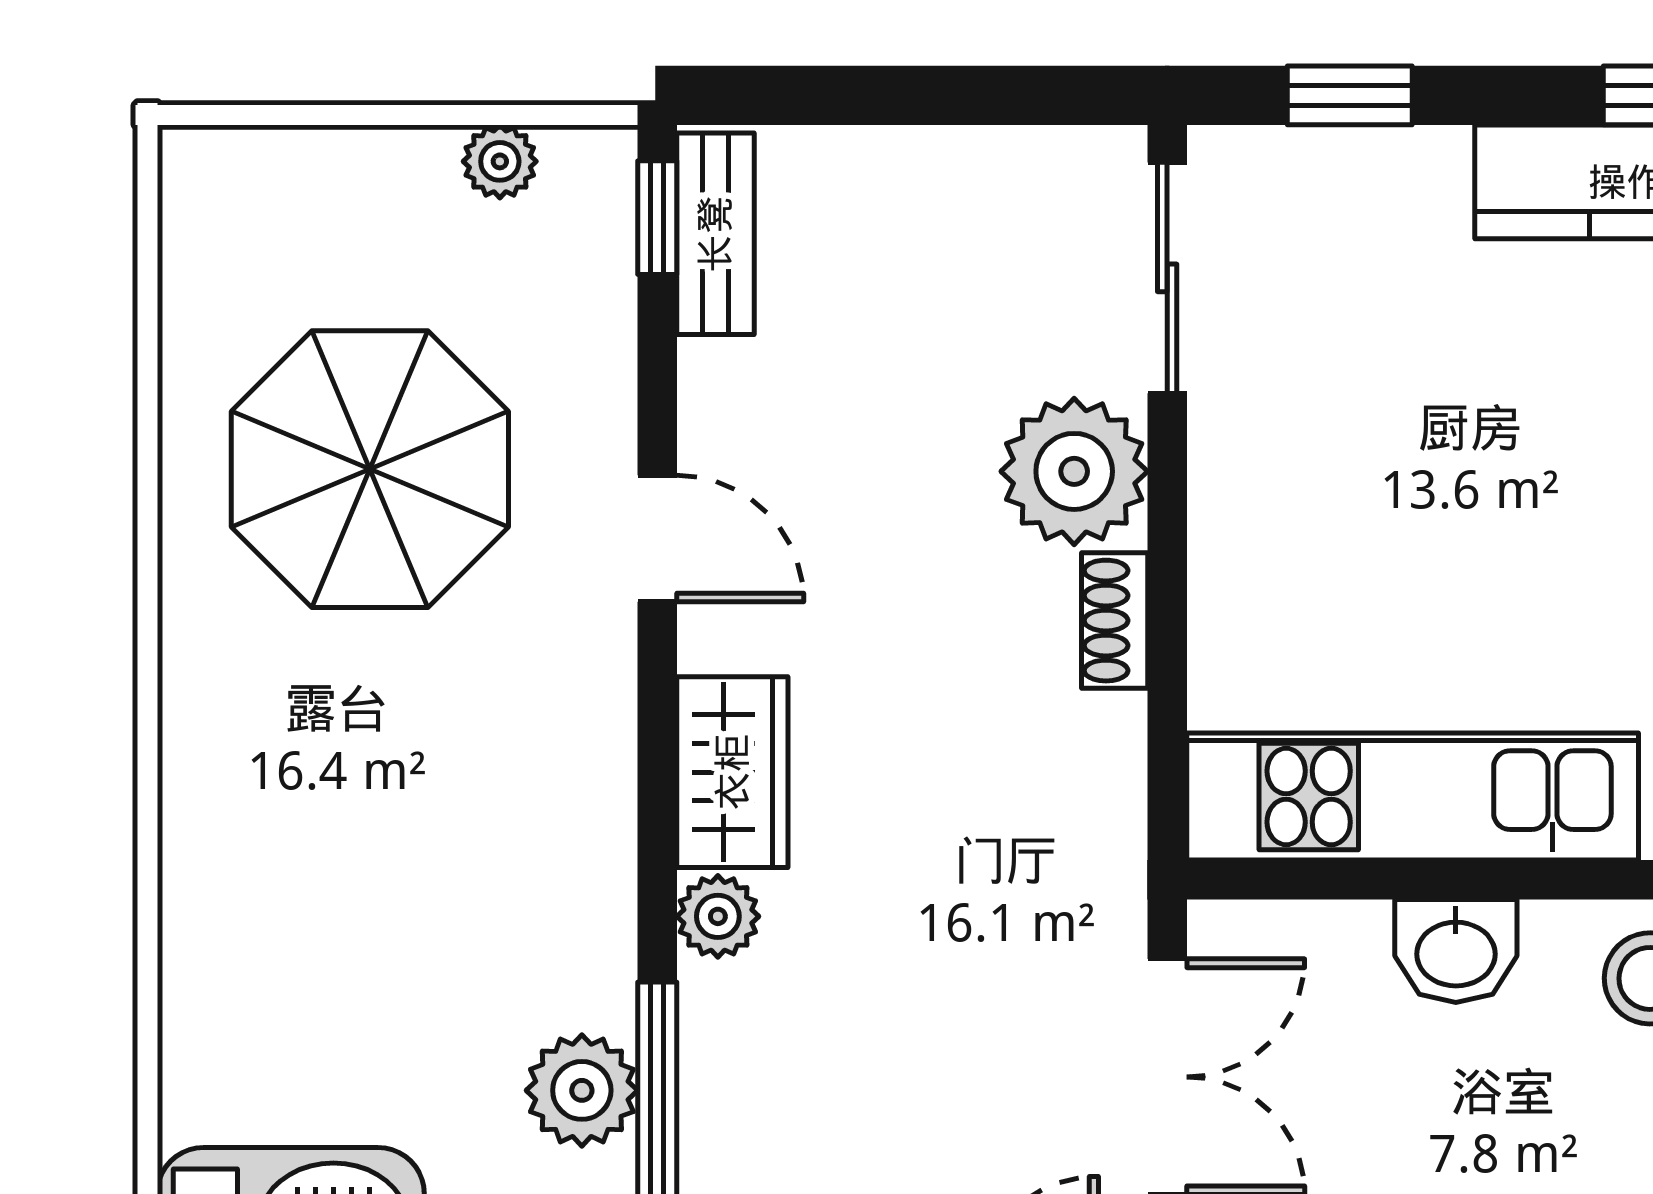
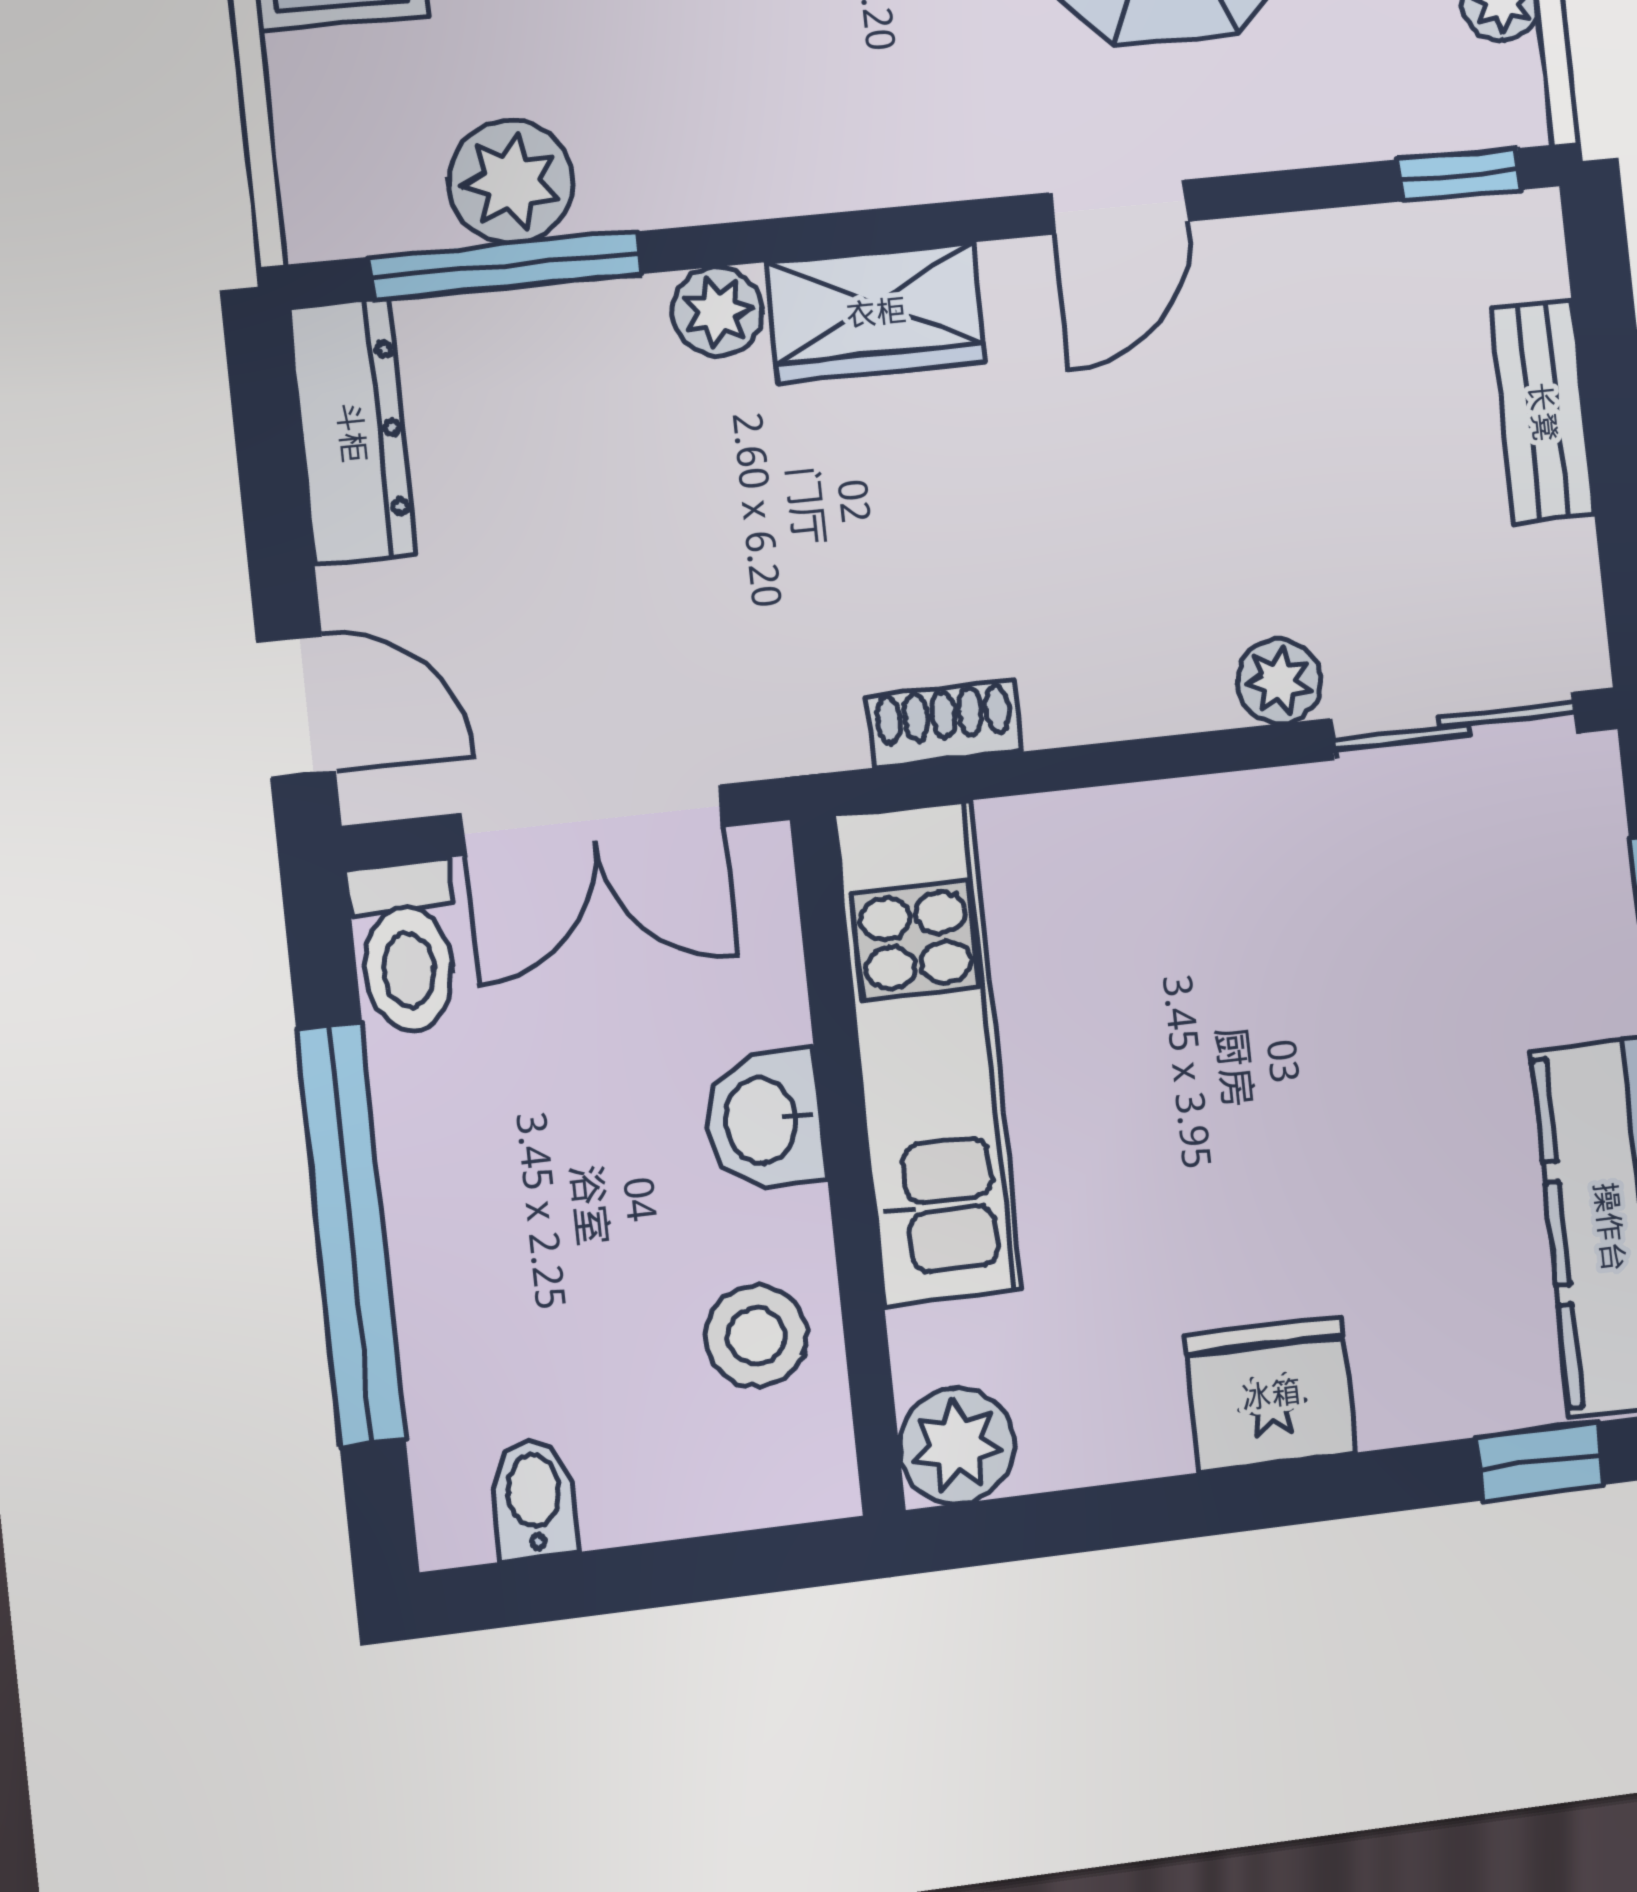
bench: (715, 234) -> (1543, 412), moved, turned 90
plant: (1074, 471) -> (1279, 681), width x0.53, depth x0.53
shoe rack: (1115, 621) -> (944, 724), moved

